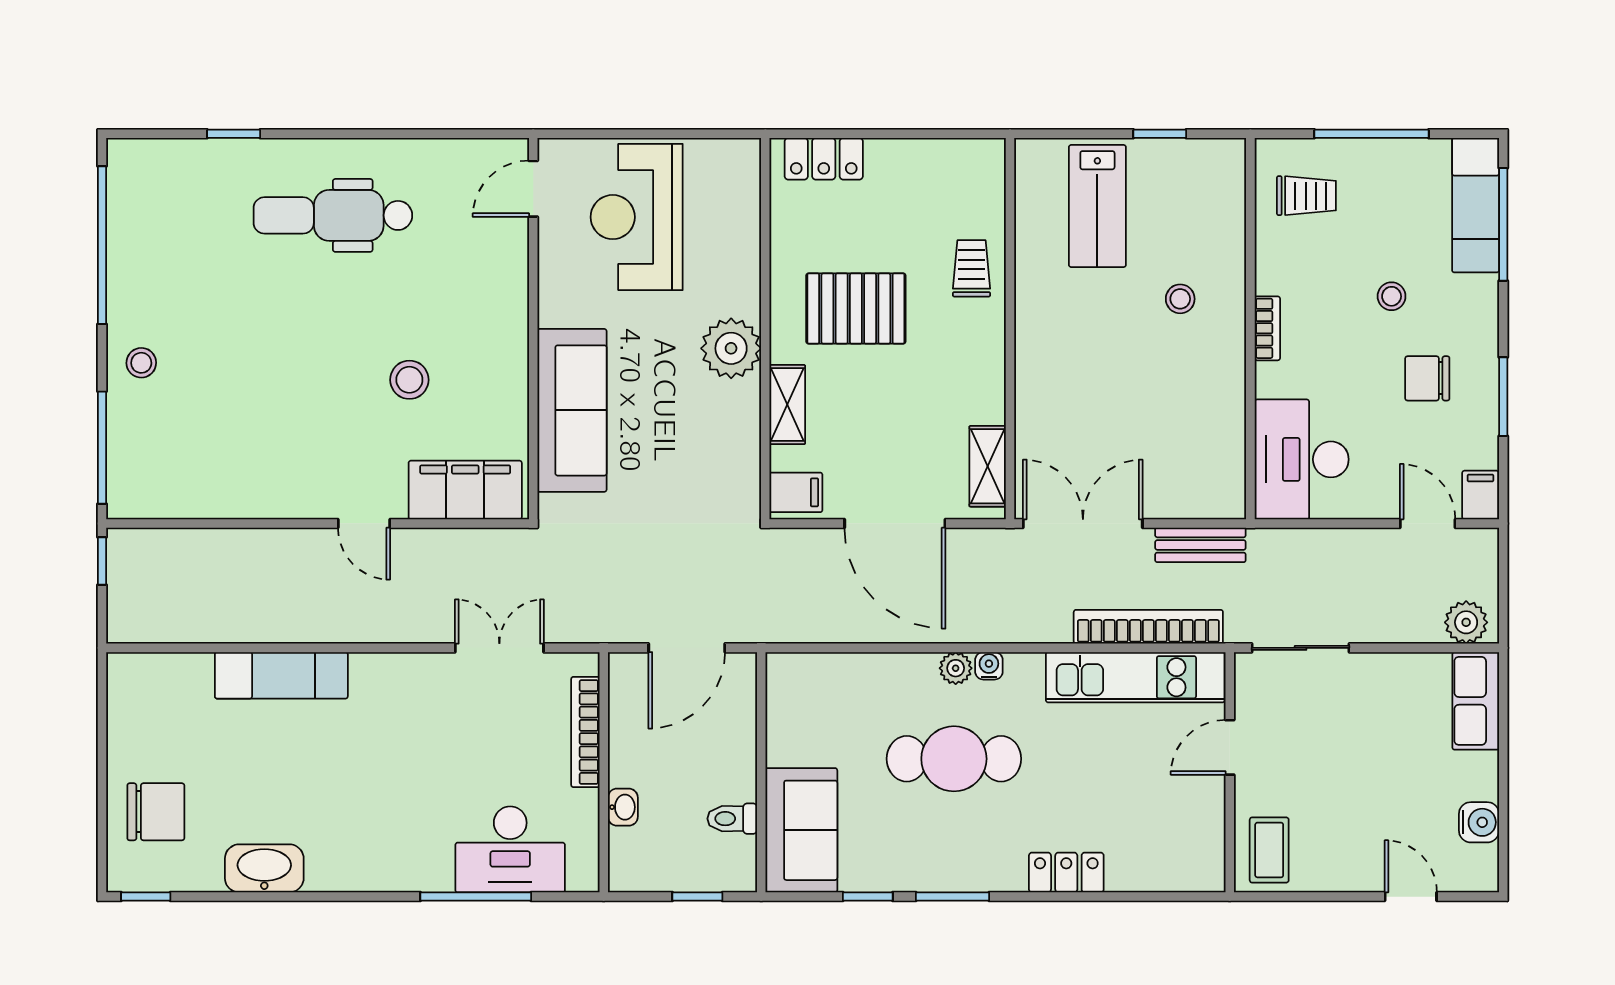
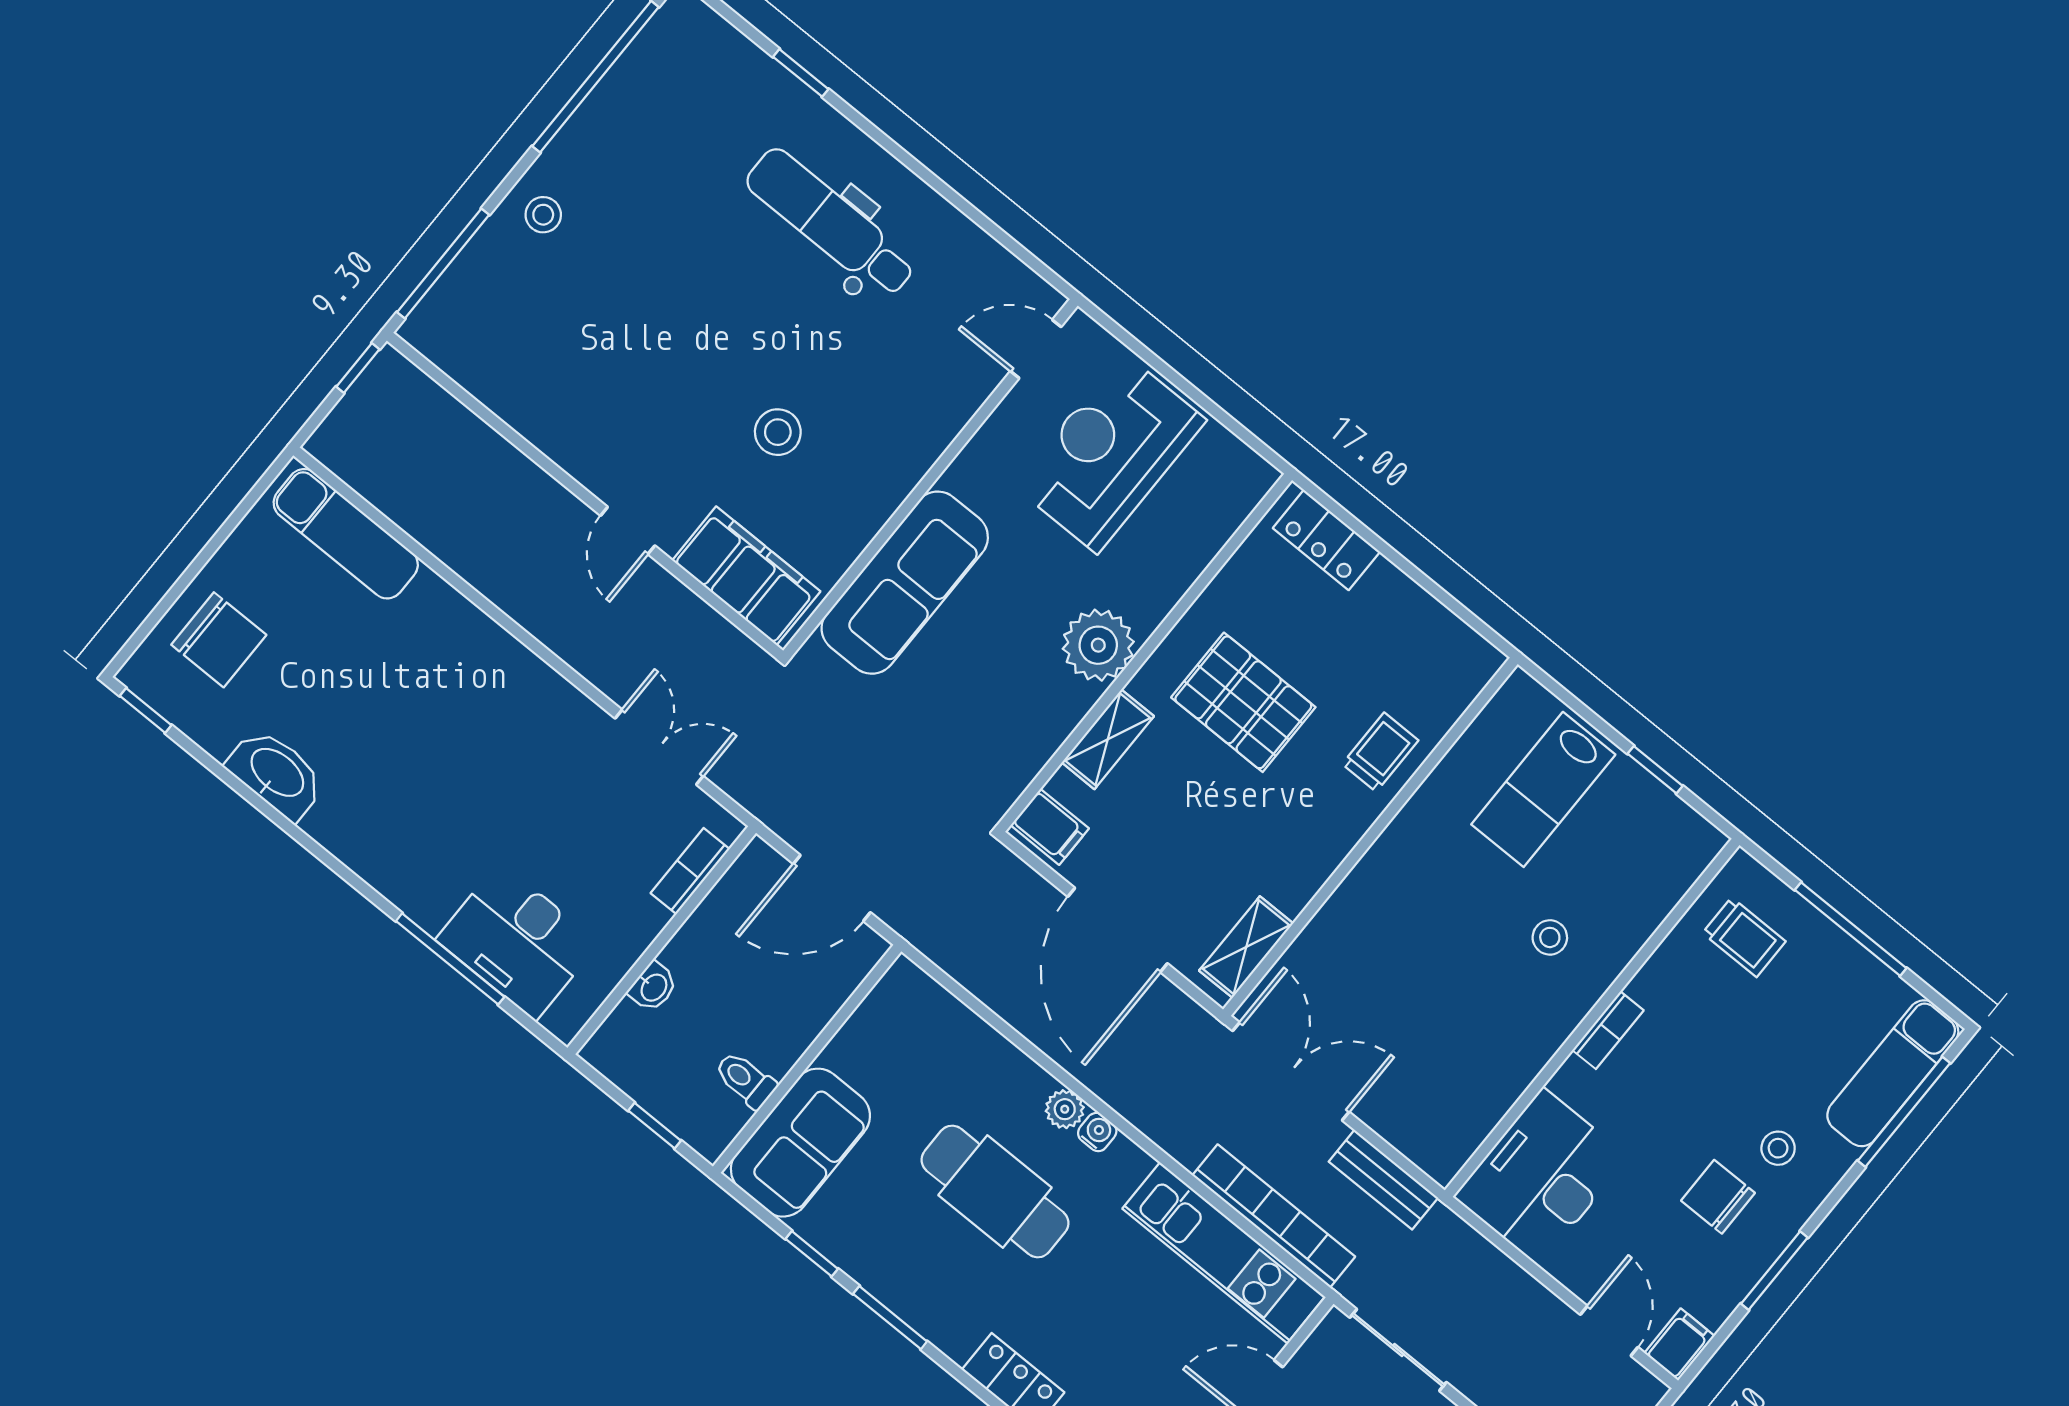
stool: (1392, 296) -> (1778, 1148), moved
exam couch: (281, 675) -> (346, 534), moved
bookcase: (585, 732) -> (690, 871), width x0.64

